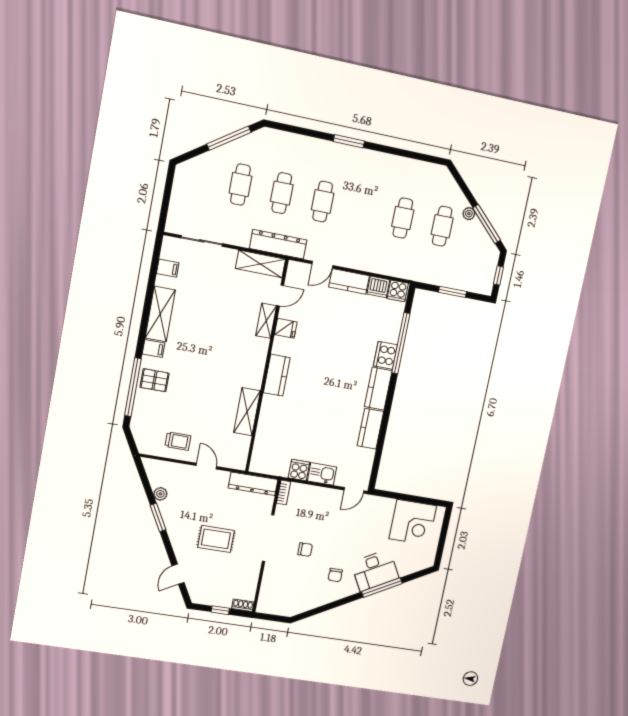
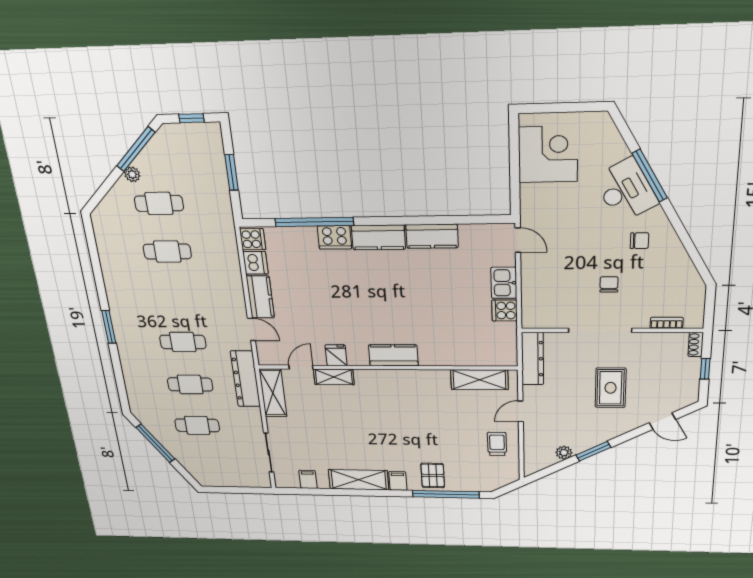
door: (280, 296) -> (301, 367), hinge flipped
shelving: (247, 412) -> (479, 380), moved
bookcase: (284, 492) -> (667, 323), moved

